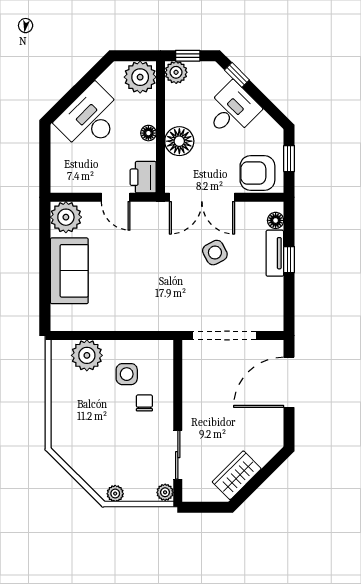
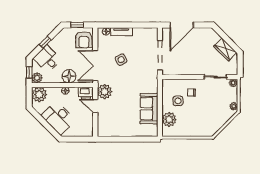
window: (237, 75) -> (45, 42), moved
desk: (232, 110) -> (47, 59), moved
door: (116, 197) -> (95, 106), swing flipped
double door: (202, 197) -> (95, 66), swing flipped
plant: (66, 217) -> (105, 92), moved
window: (289, 260) -> (124, 25), removed
sofa: (69, 271) -> (149, 109), moved, turned -90
door: (289, 382) -> (182, 25), hinge flipped

